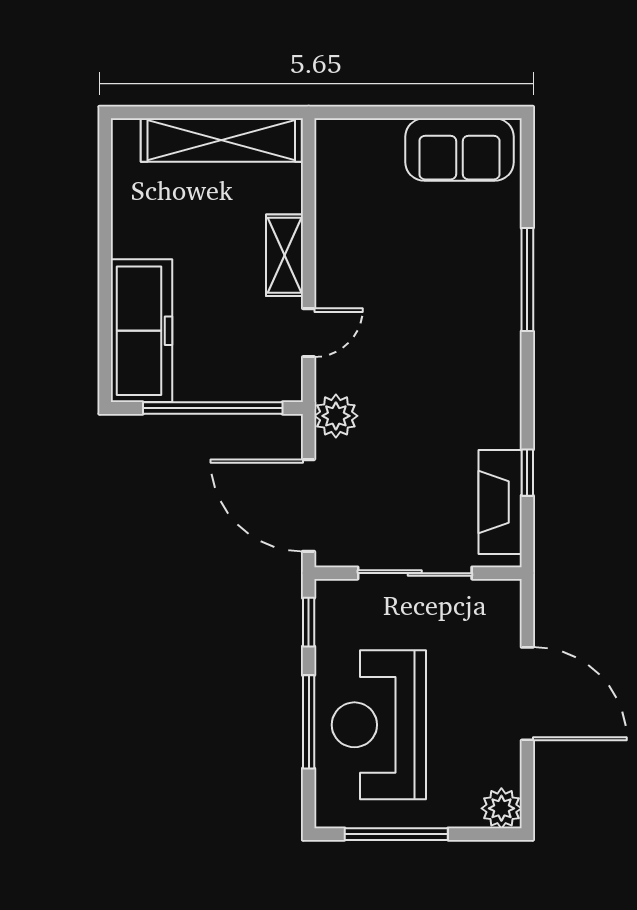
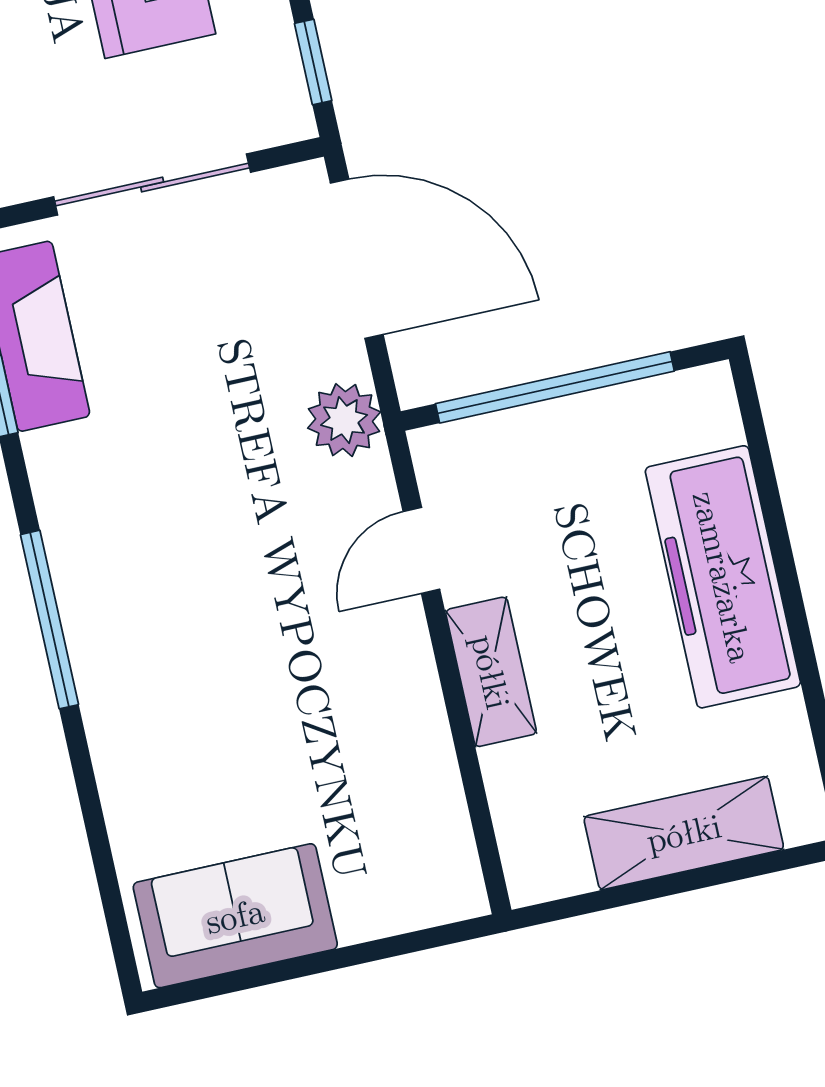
shelving: (221, 140) -> (684, 833), width x0.68
window: (527, 280) -> (49, 620), moved
freezer: (142, 331) -> (723, 577), moved

